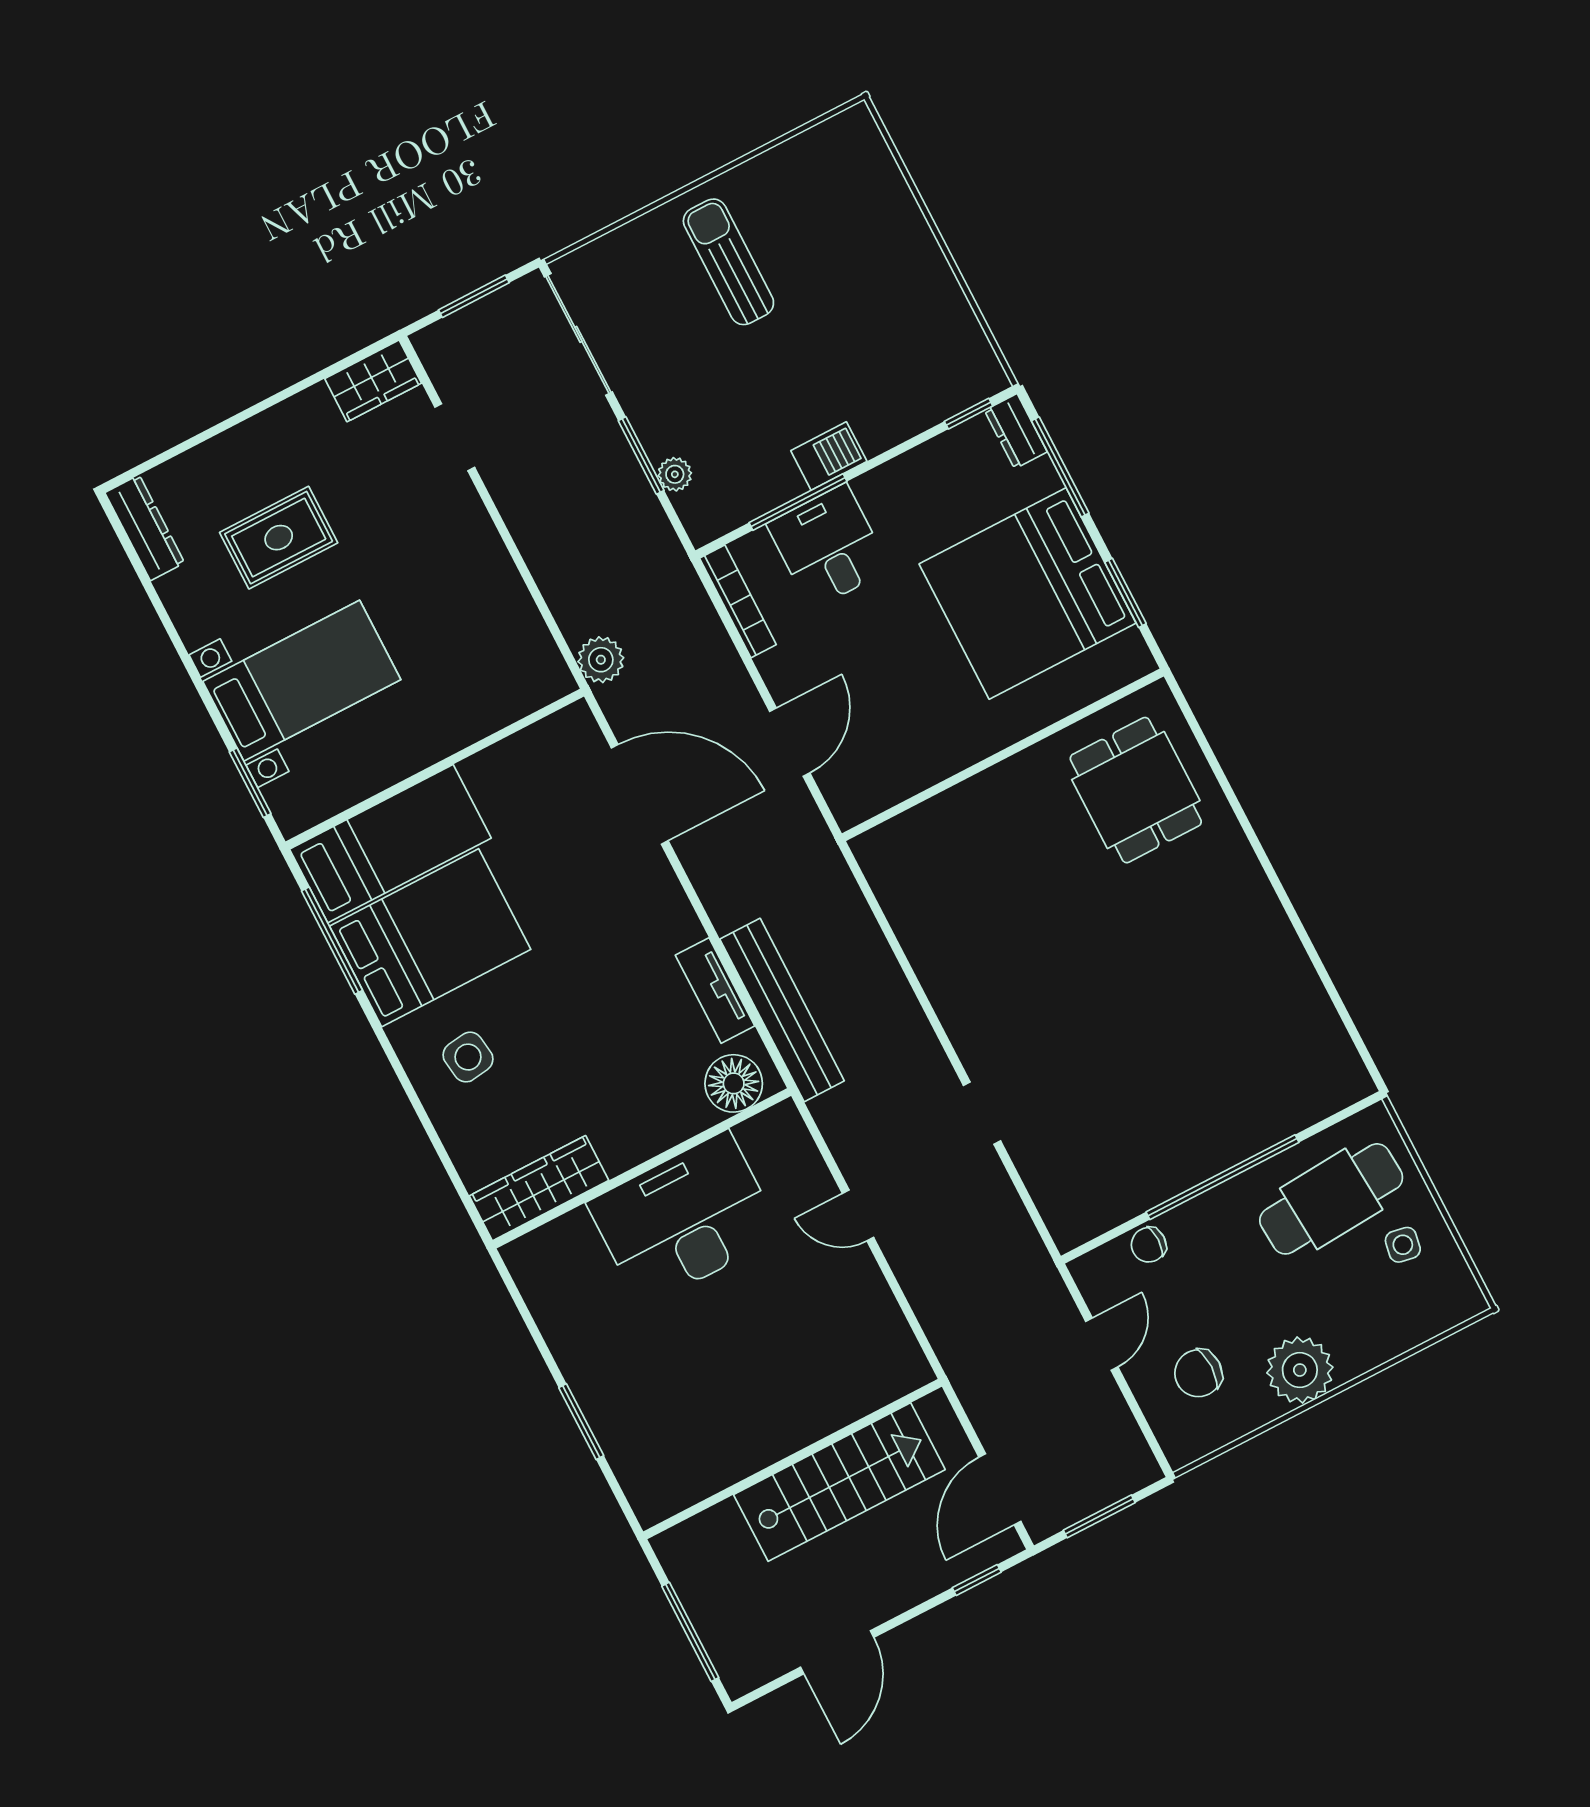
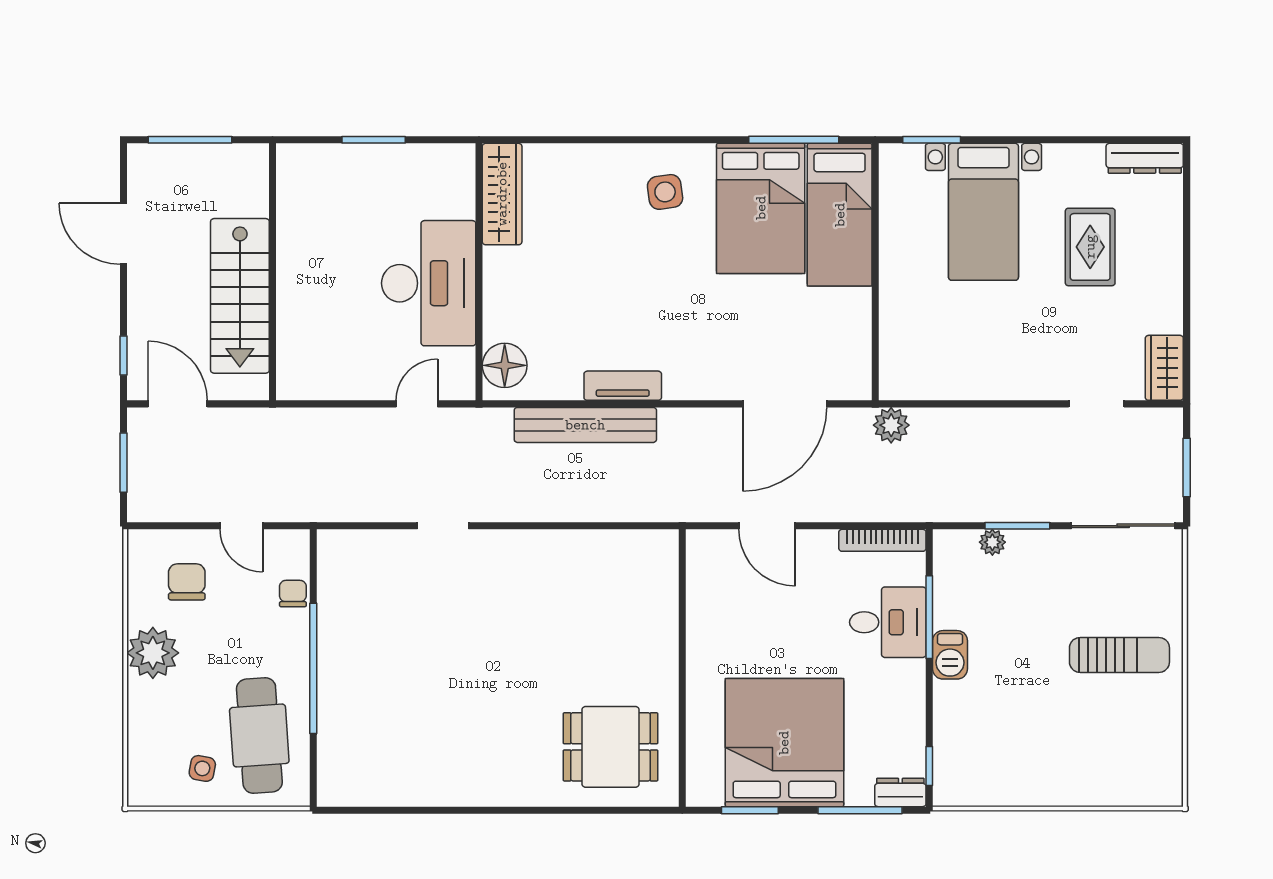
floor lamp: (734, 1083) -> (505, 365), moved
wall: (642, 1168) -> (479, 272), moved
wardrobe: (539, 1188) -> (502, 194), moved
desk: (685, 1219) -> (429, 283), moved

